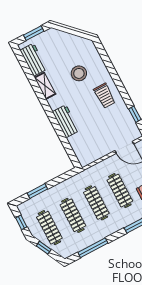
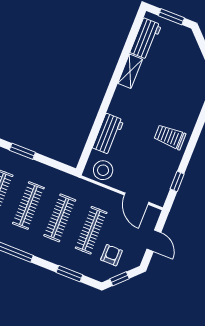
stool: (79, 73) -> (103, 170), moved
trolley: (105, 96) -> (170, 137), turned 90
workbench: (66, 121) -> (108, 134), moved

